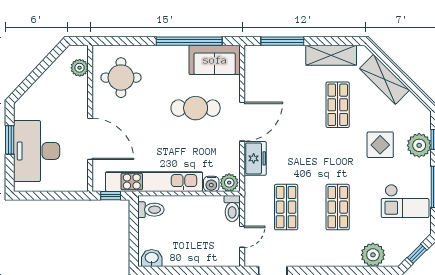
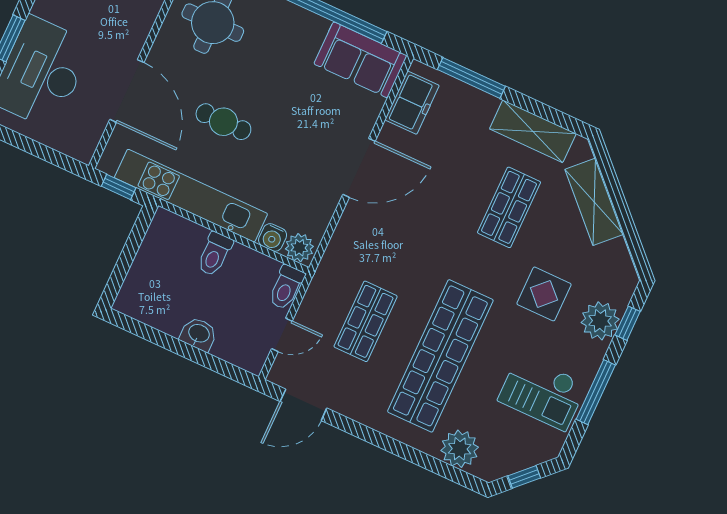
cafe table: (196, 108) -> (223, 122), moved, width x0.73, depth x0.74
freezer: (255, 158) -> (412, 103), moved
shop shelf: (338, 207) -> (440, 356), width x2.00, depth x1.36
toilet: (151, 210) -> (215, 254), moved, turned 90
washbasin: (152, 258) -> (199, 334), moved

